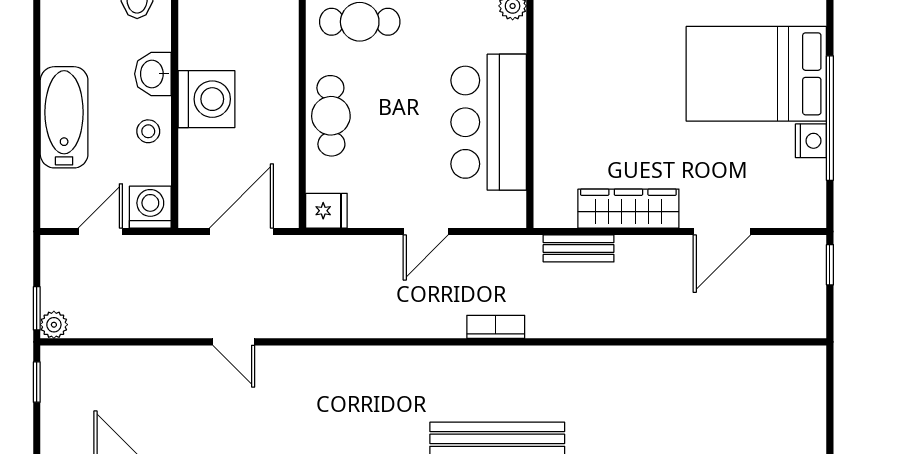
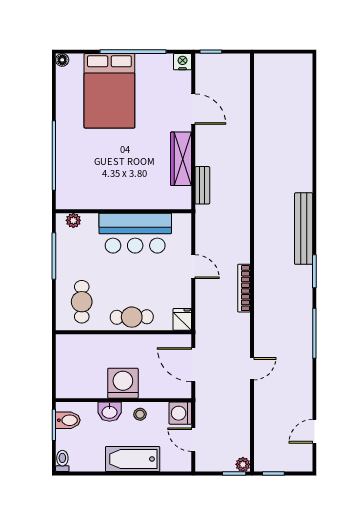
nightstand: (811, 141) -> (183, 62), moved
bookcase: (496, 327) -> (244, 288), moved, width x1.56

